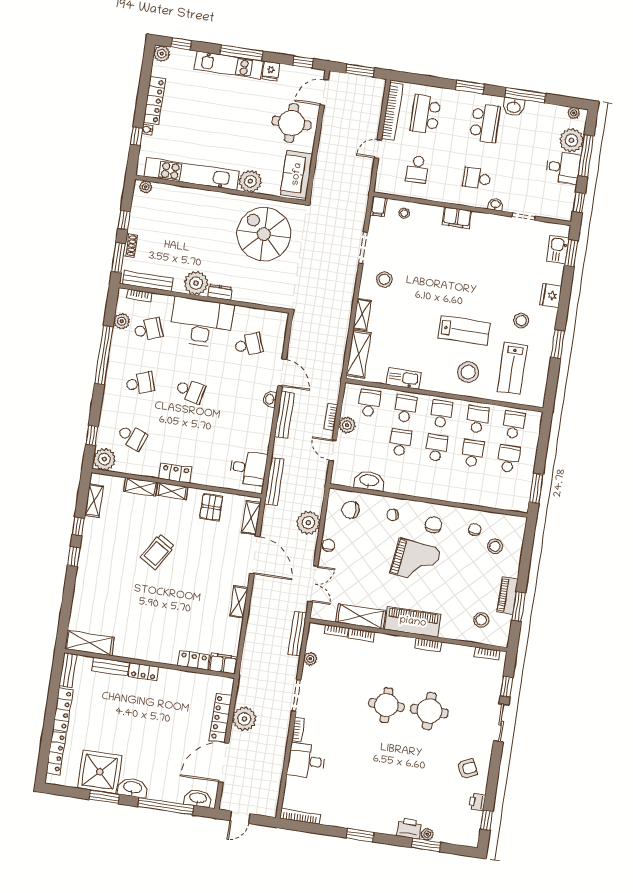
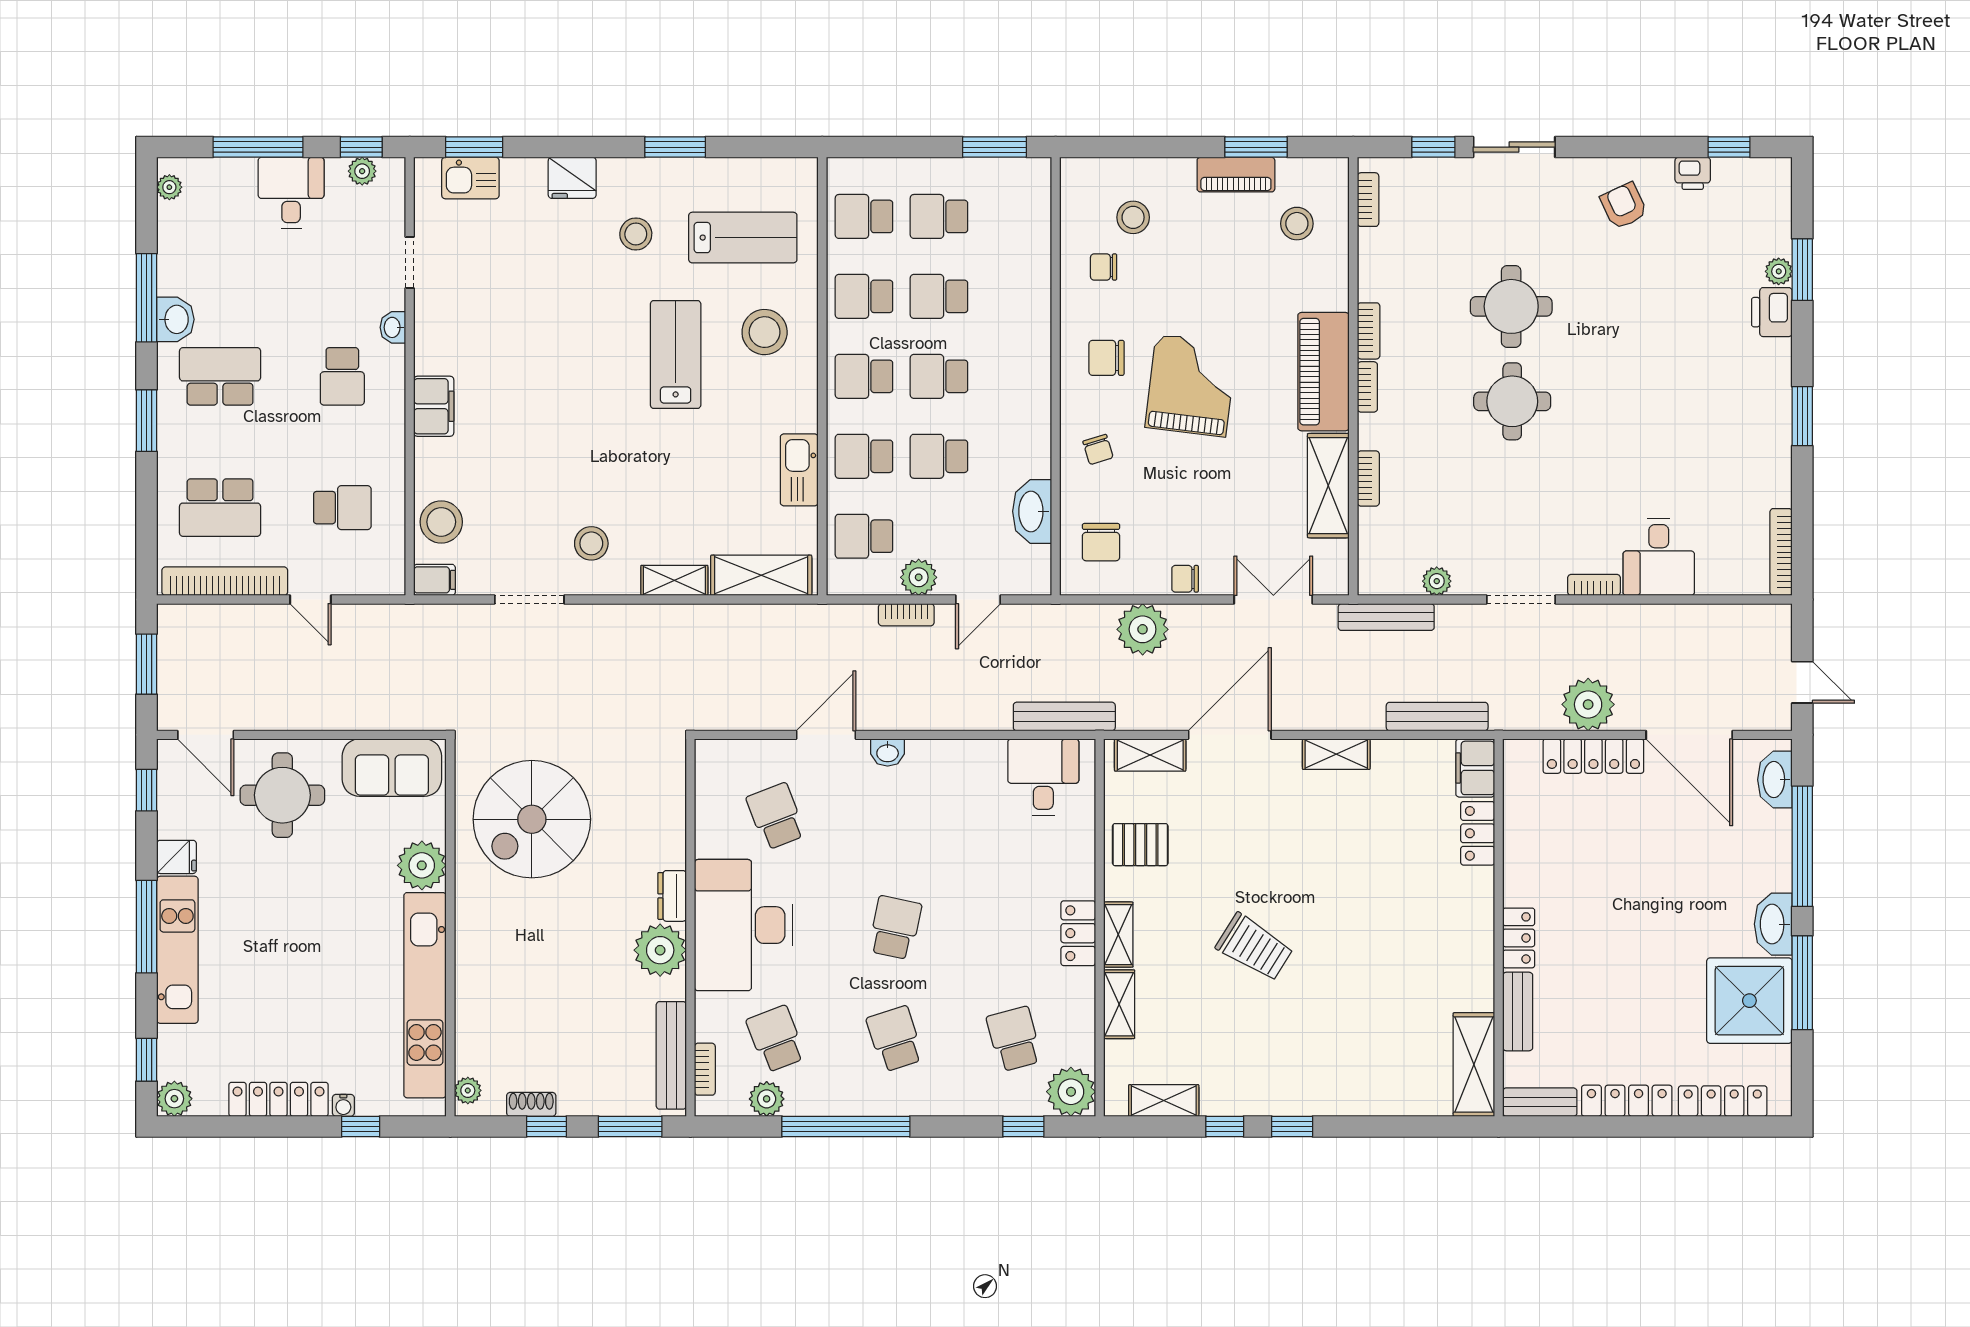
plant: (571, 140) -> (362, 171), moved, width x0.53, depth x0.53
stool: (404, 213) -> (441, 522), width x1.89, depth x1.89
shoe rack: (130, 245) -> (531, 1104), moved
bench: (284, 415) -> (1437, 717), moved
school desk: (132, 437) -> (1014, 1039), turned -36
bookcase: (336, 631) -> (1367, 387), moved
window: (104, 797) -> (1802, 983), width x1.44

